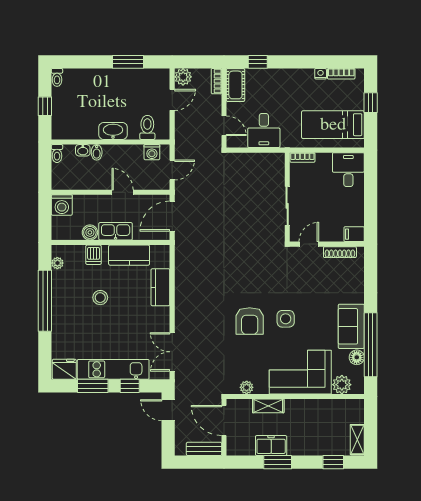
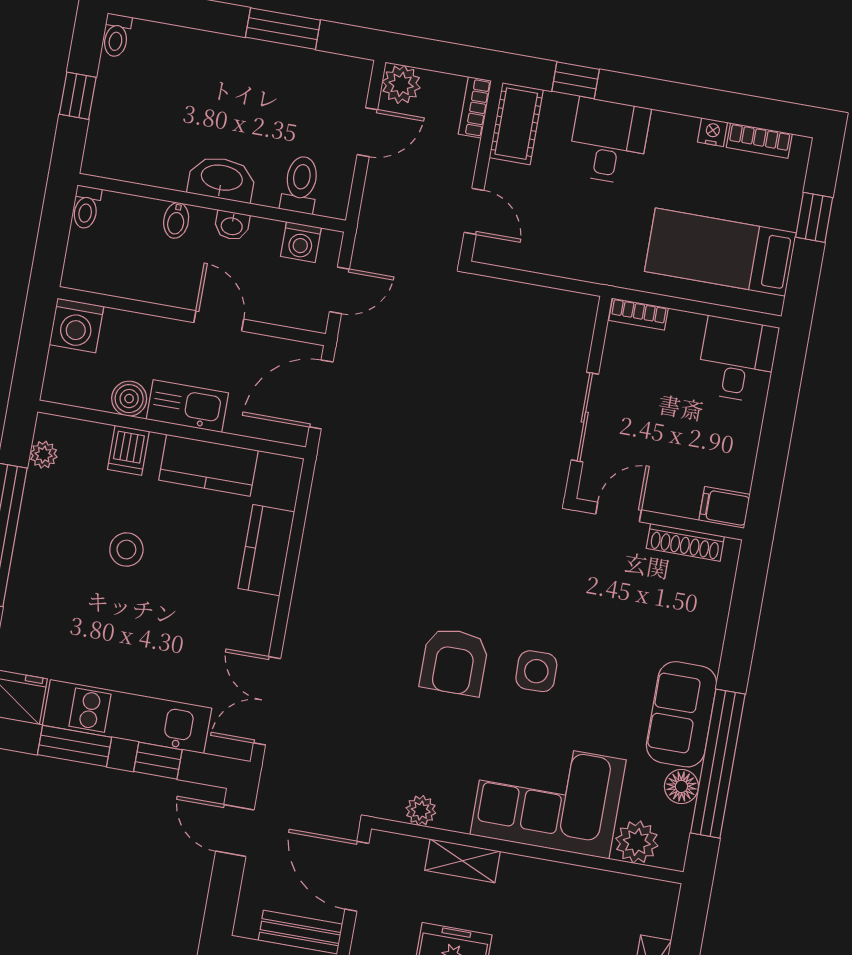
desk: (264, 131) -> (609, 141), moved, turned 180
washbasin: (83, 150) -> (232, 226), moved

